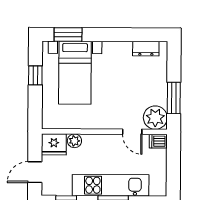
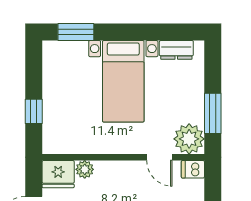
bed with nightstands: (75, 73) -> (123, 81), moved
window: (35, 75) -> (34, 111), moved

